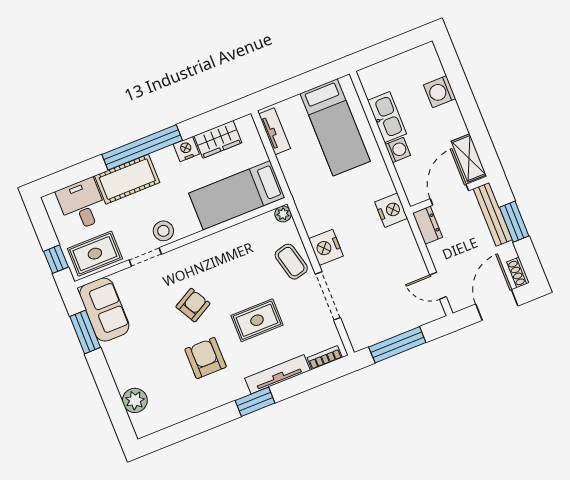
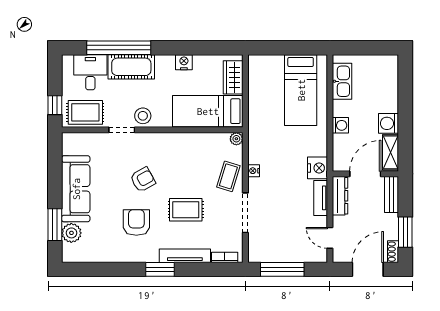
washing machine: (440, 92) -> (389, 123), moved
kitchen sink: (387, 117) -> (342, 81), moved
tv unit: (275, 131) -> (321, 198), moved, turned 180
wardrobe: (218, 139) -> (233, 77), moved, turned 90
window: (142, 147) -> (119, 48), moved
bench: (493, 214) -> (392, 194), width x0.73
window: (514, 222) -> (405, 232), moved
dresser: (428, 225) -> (340, 196), width x1.44
nightstand: (326, 247) -> (254, 171), width x0.53, depth x0.56
coffee table: (291, 262) -> (228, 176), turned 31
sofa: (104, 310) -> (76, 189), moved, width x1.36
window: (85, 332) -> (55, 225), moved

